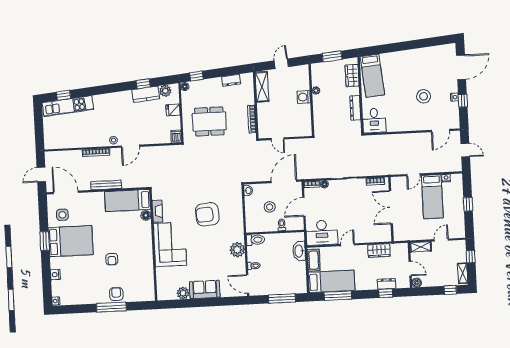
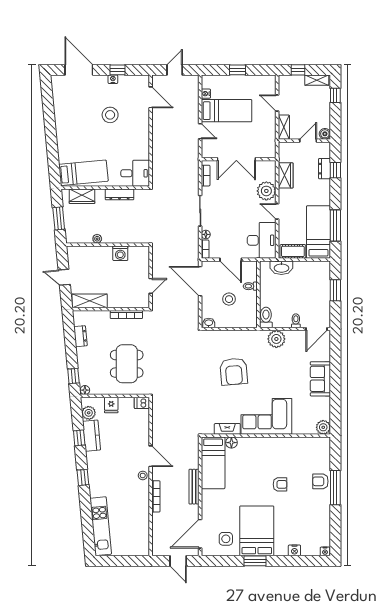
window: (64, 95) -> (83, 477), moved
washing machine: (304, 97) -> (120, 253), moved
plant: (365, 235) -> (266, 191), added
plant: (183, 293) -> (323, 427), moved
window: (282, 298) -> (335, 290), width x0.69

